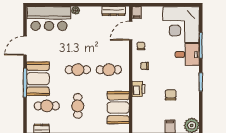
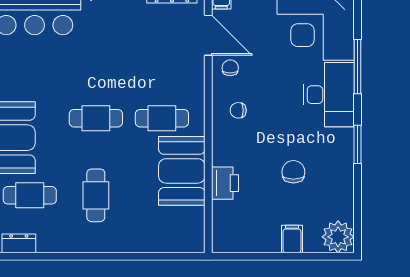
door: (131, 31) -> (208, 35), swing flipped
desk: (187, 54) -> (329, 95), width x1.37
printer: (138, 89) -> (225, 183), moved
booth: (118, 108) -> (182, 171), moved

